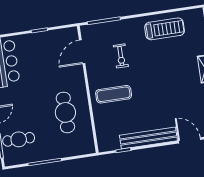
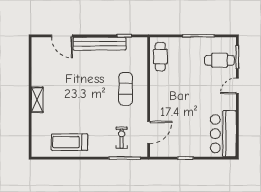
exercise bike: (121, 56) -> (122, 138), moved
exercise mat: (114, 94) -> (126, 89), turned 90
cafe table: (65, 112) -> (160, 57), moved, width x0.73, depth x0.74

